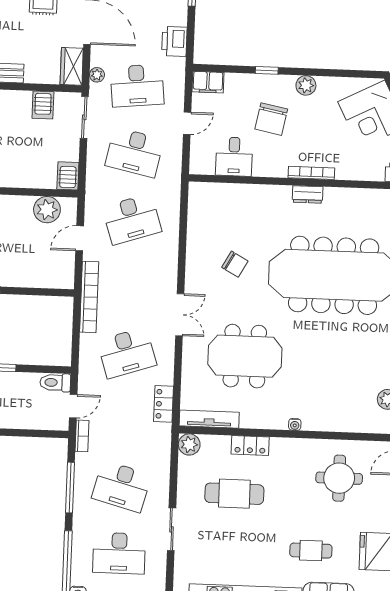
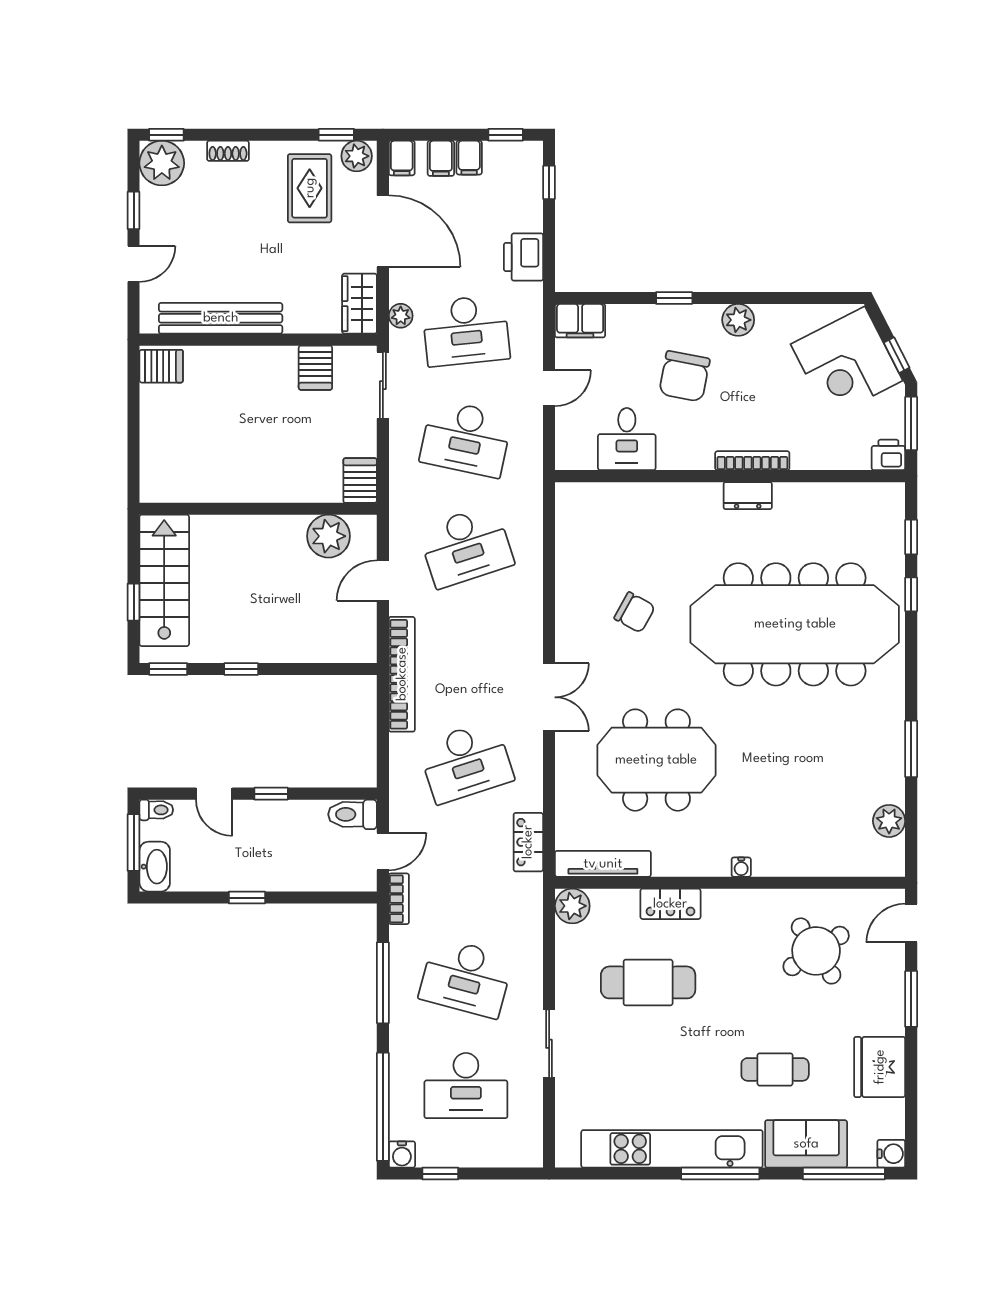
round table: (339, 478) -> (816, 951), turned -33

